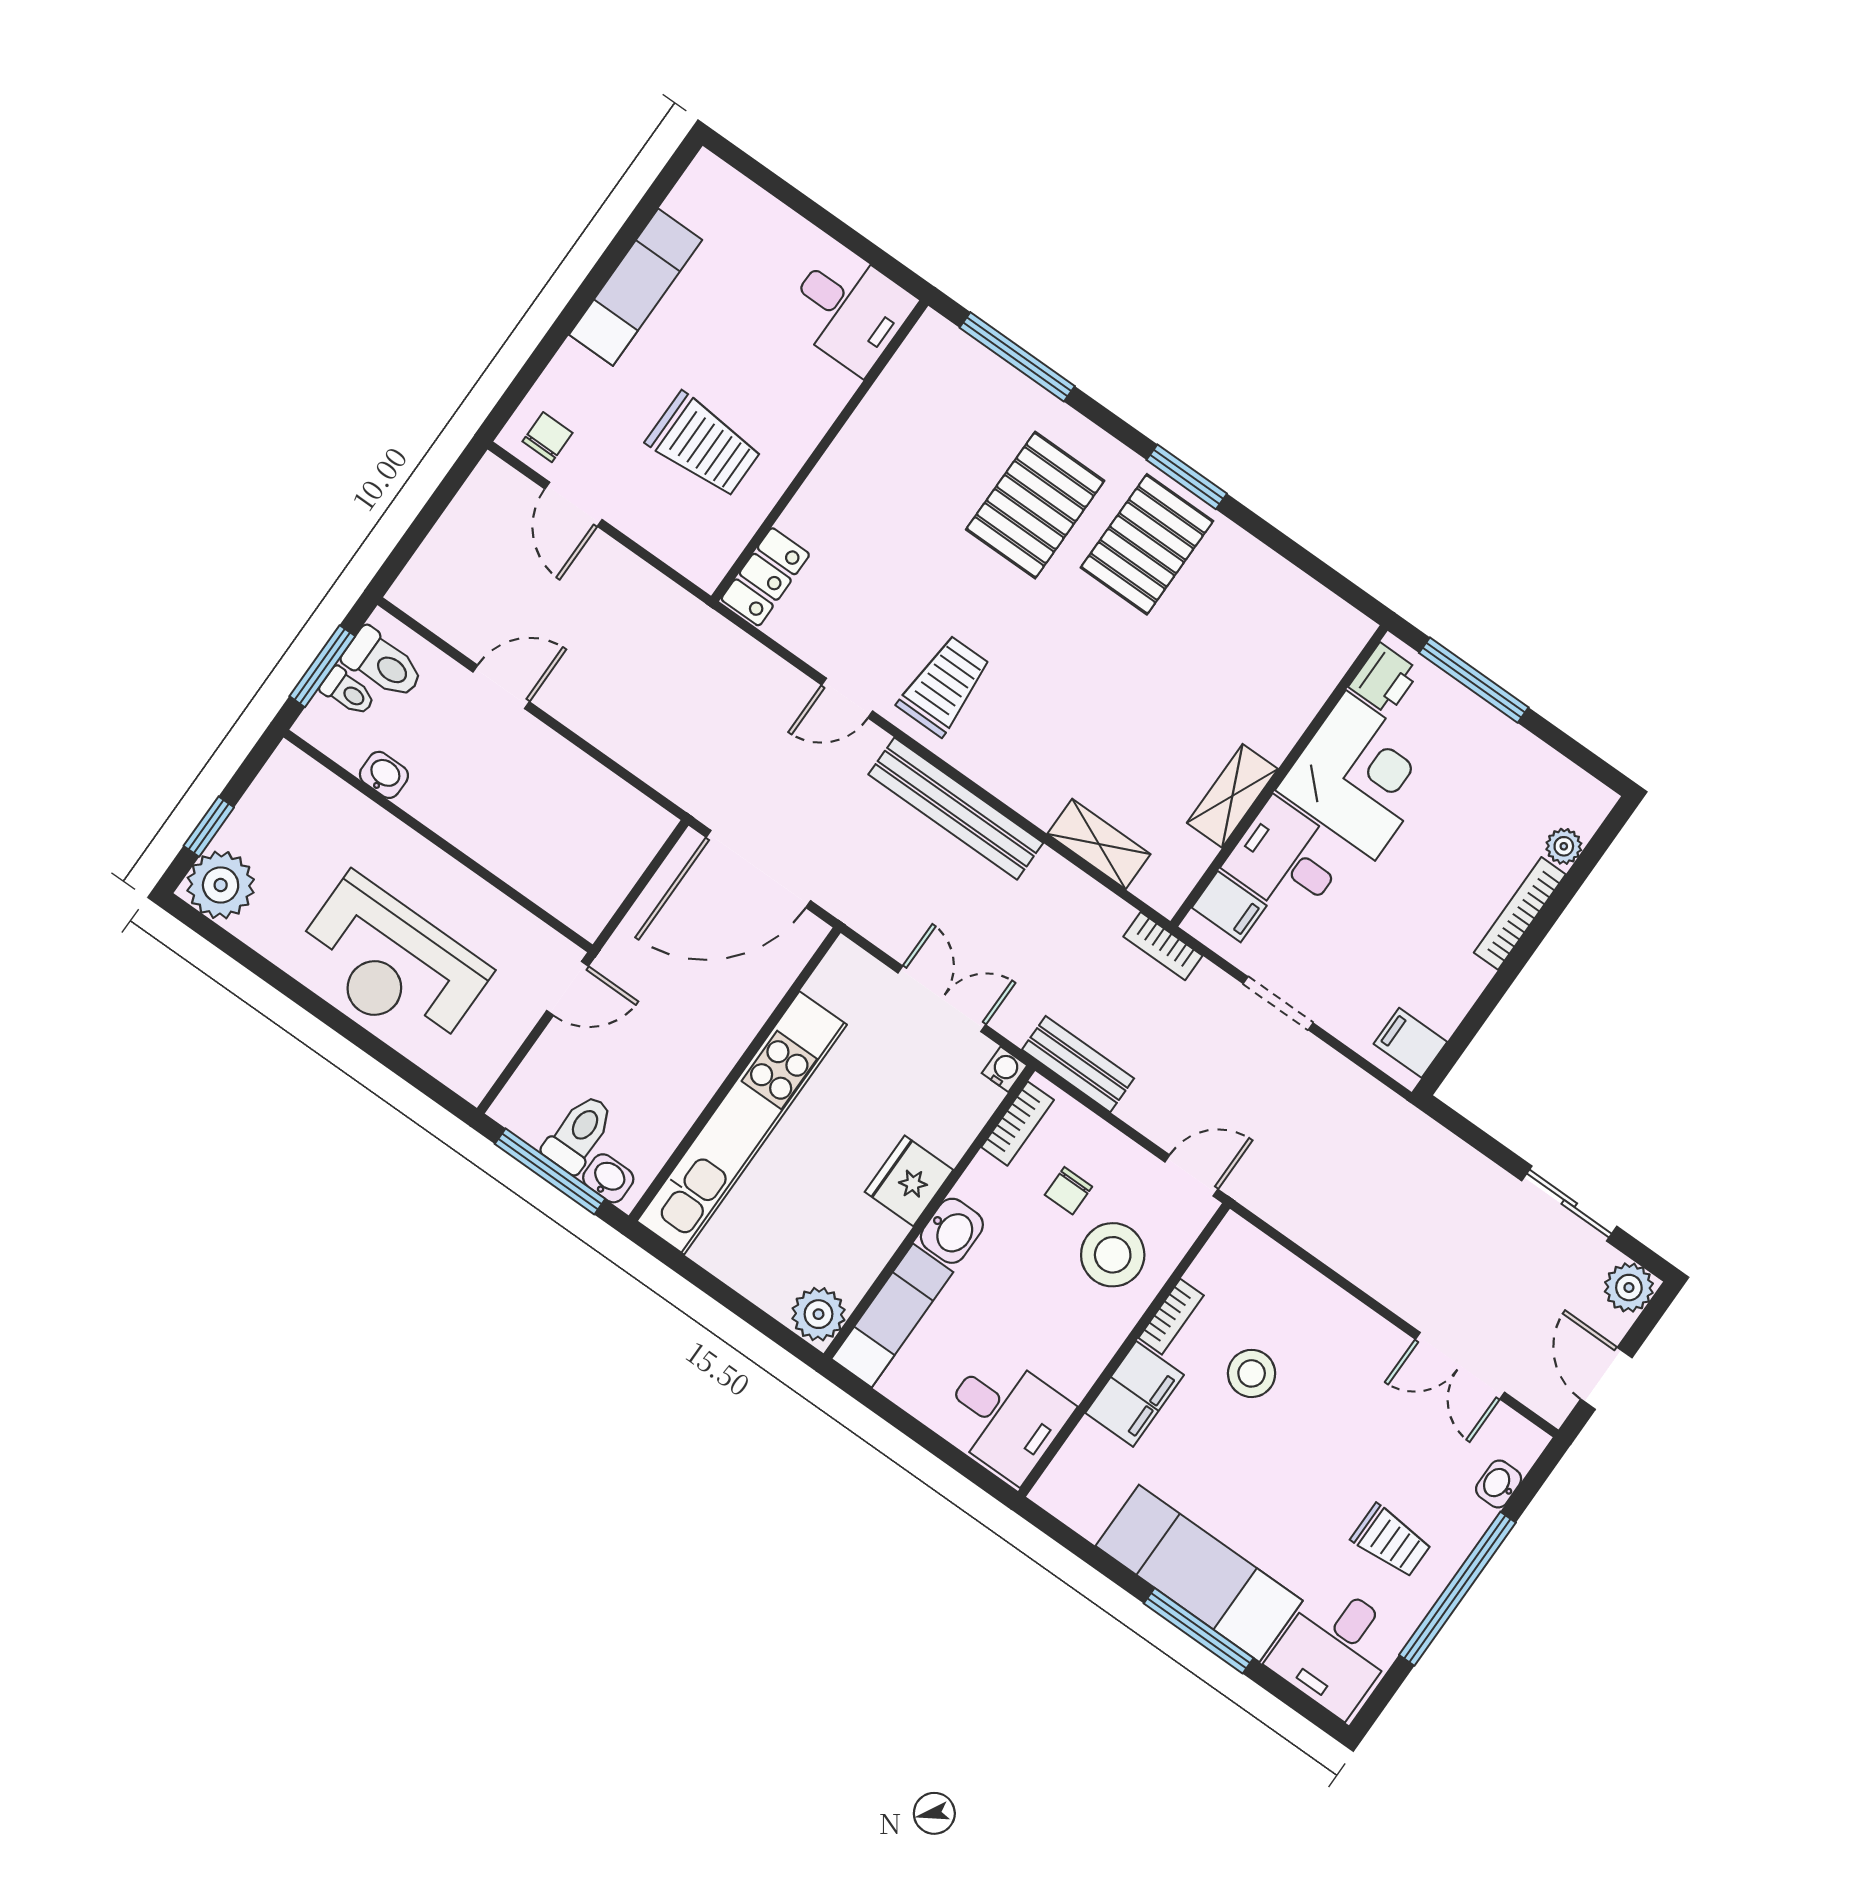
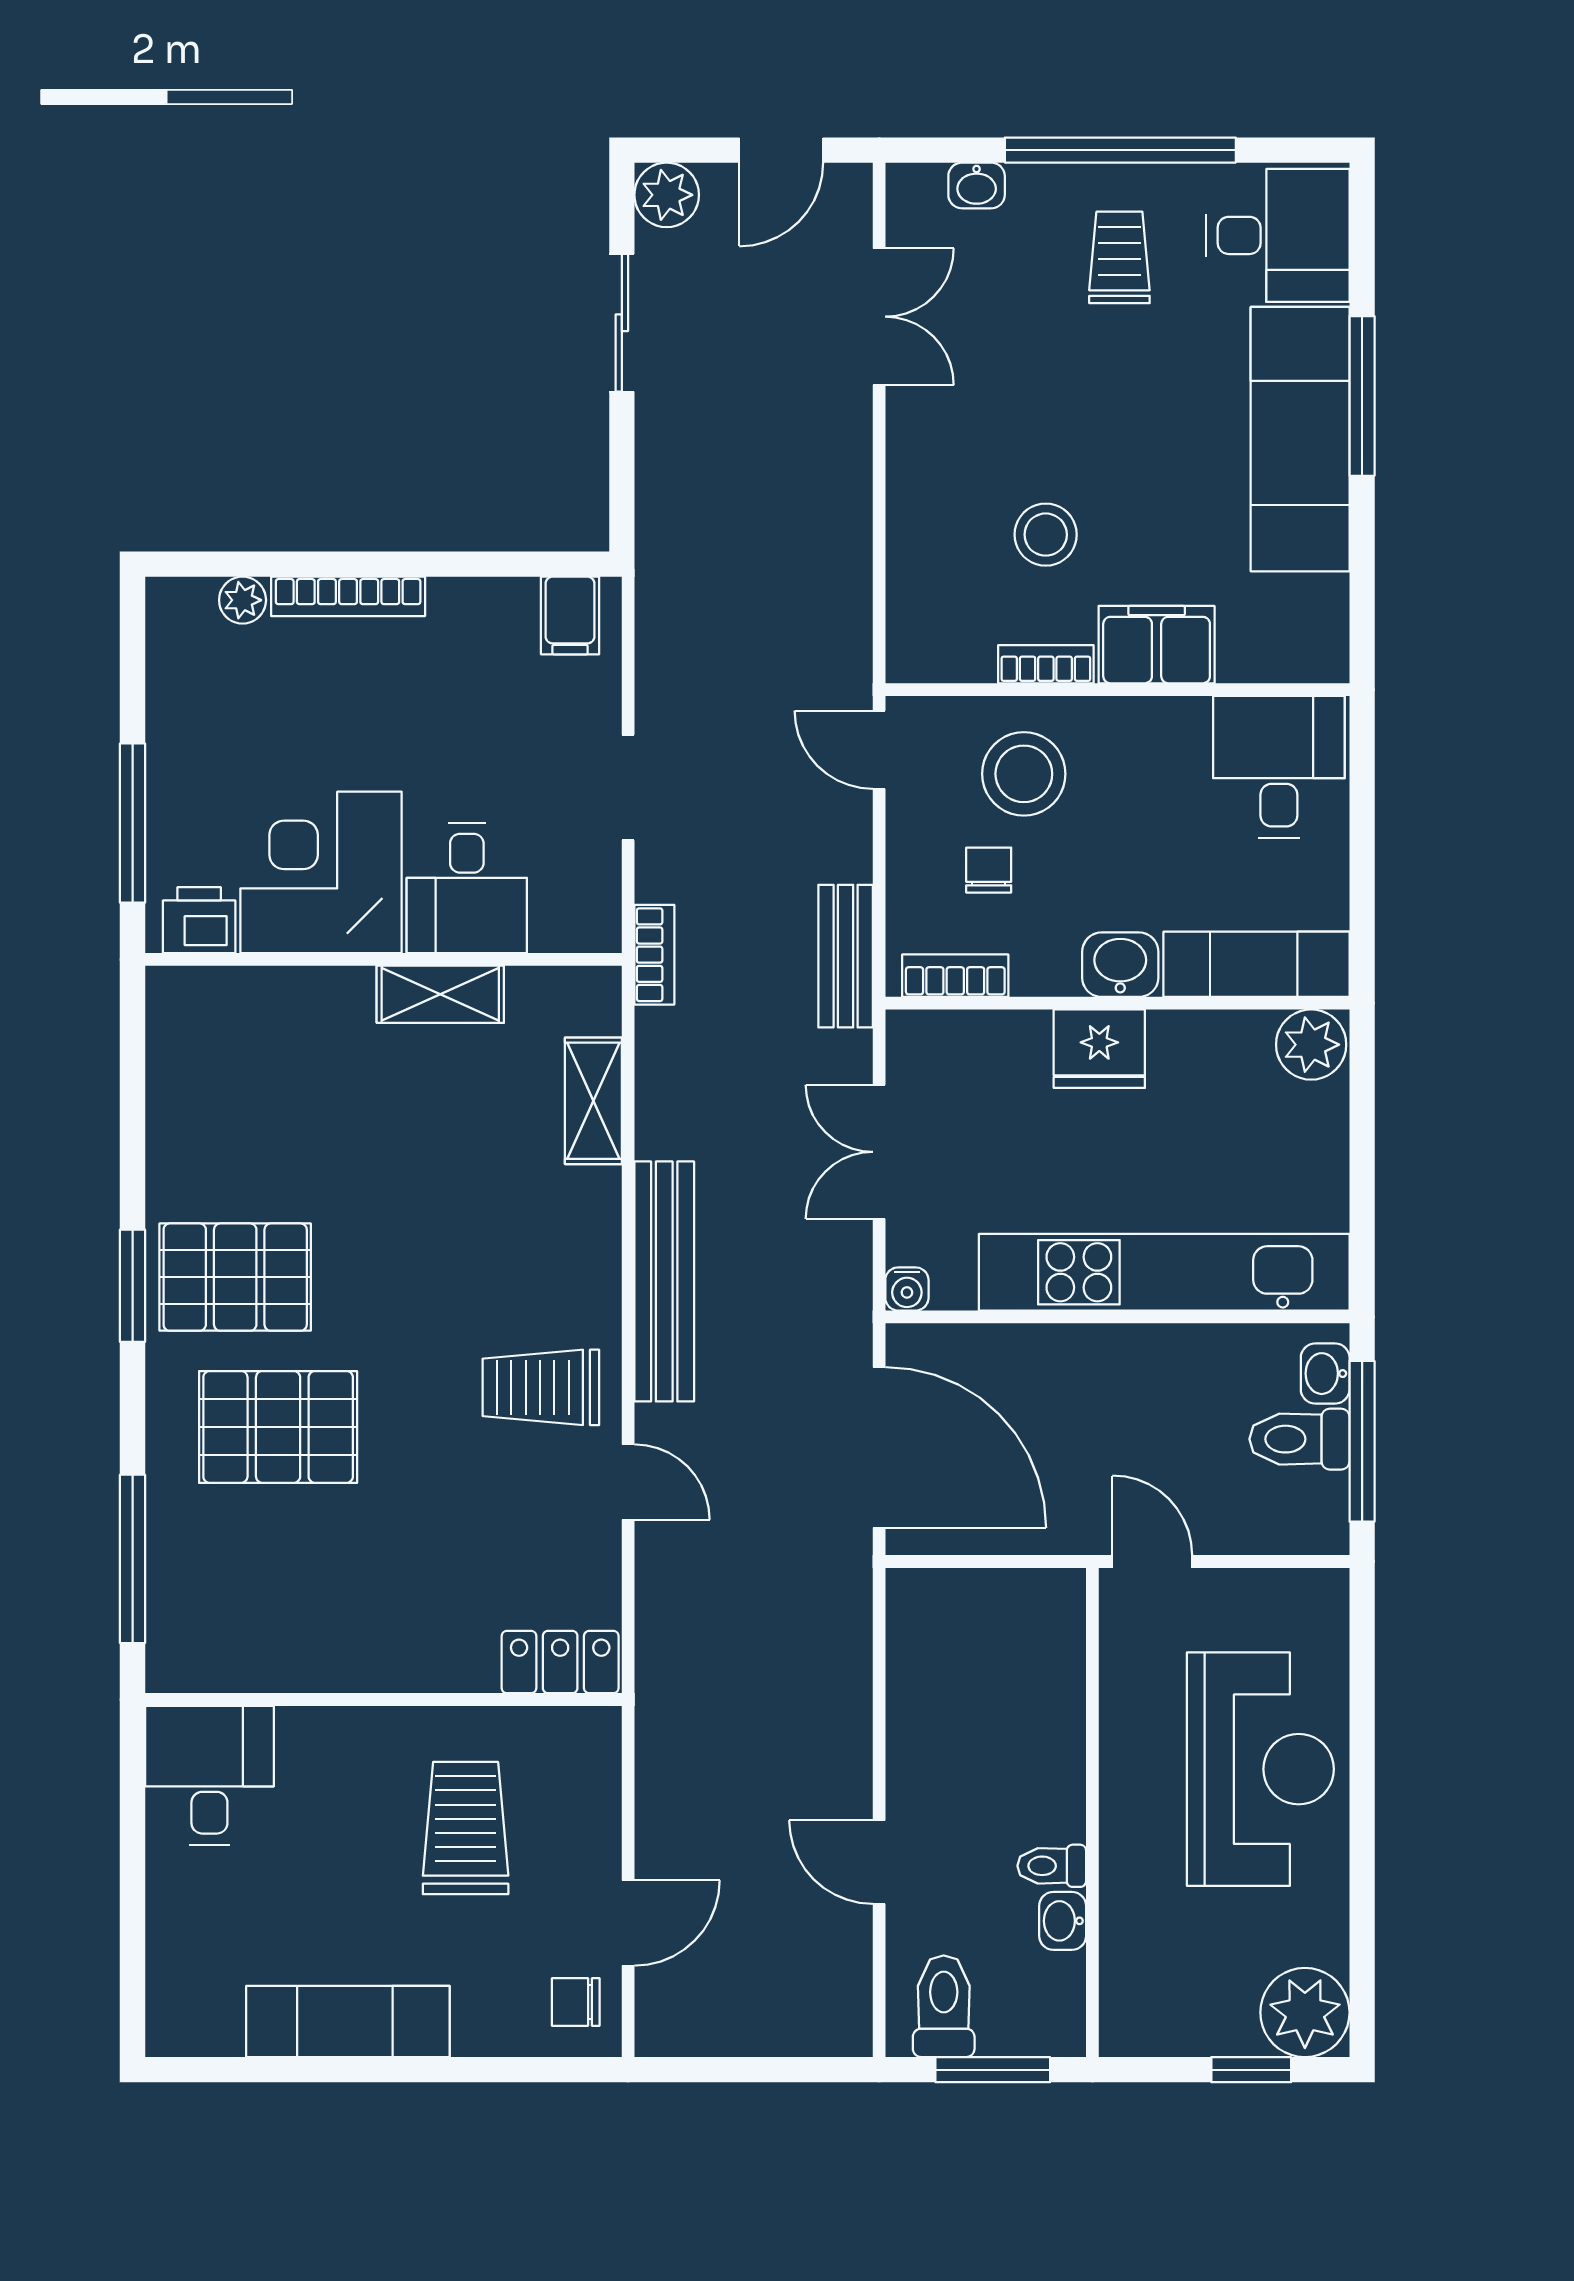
toilet: (348, 692) -> (1052, 1866), moved, turned -90
filing cabinet: (1229, 907) -> (562, 913), removed
water cooler: (1004, 1069) -> (907, 1289), moved, turned -90
chair: (1068, 1191) -> (989, 870), turned -90

